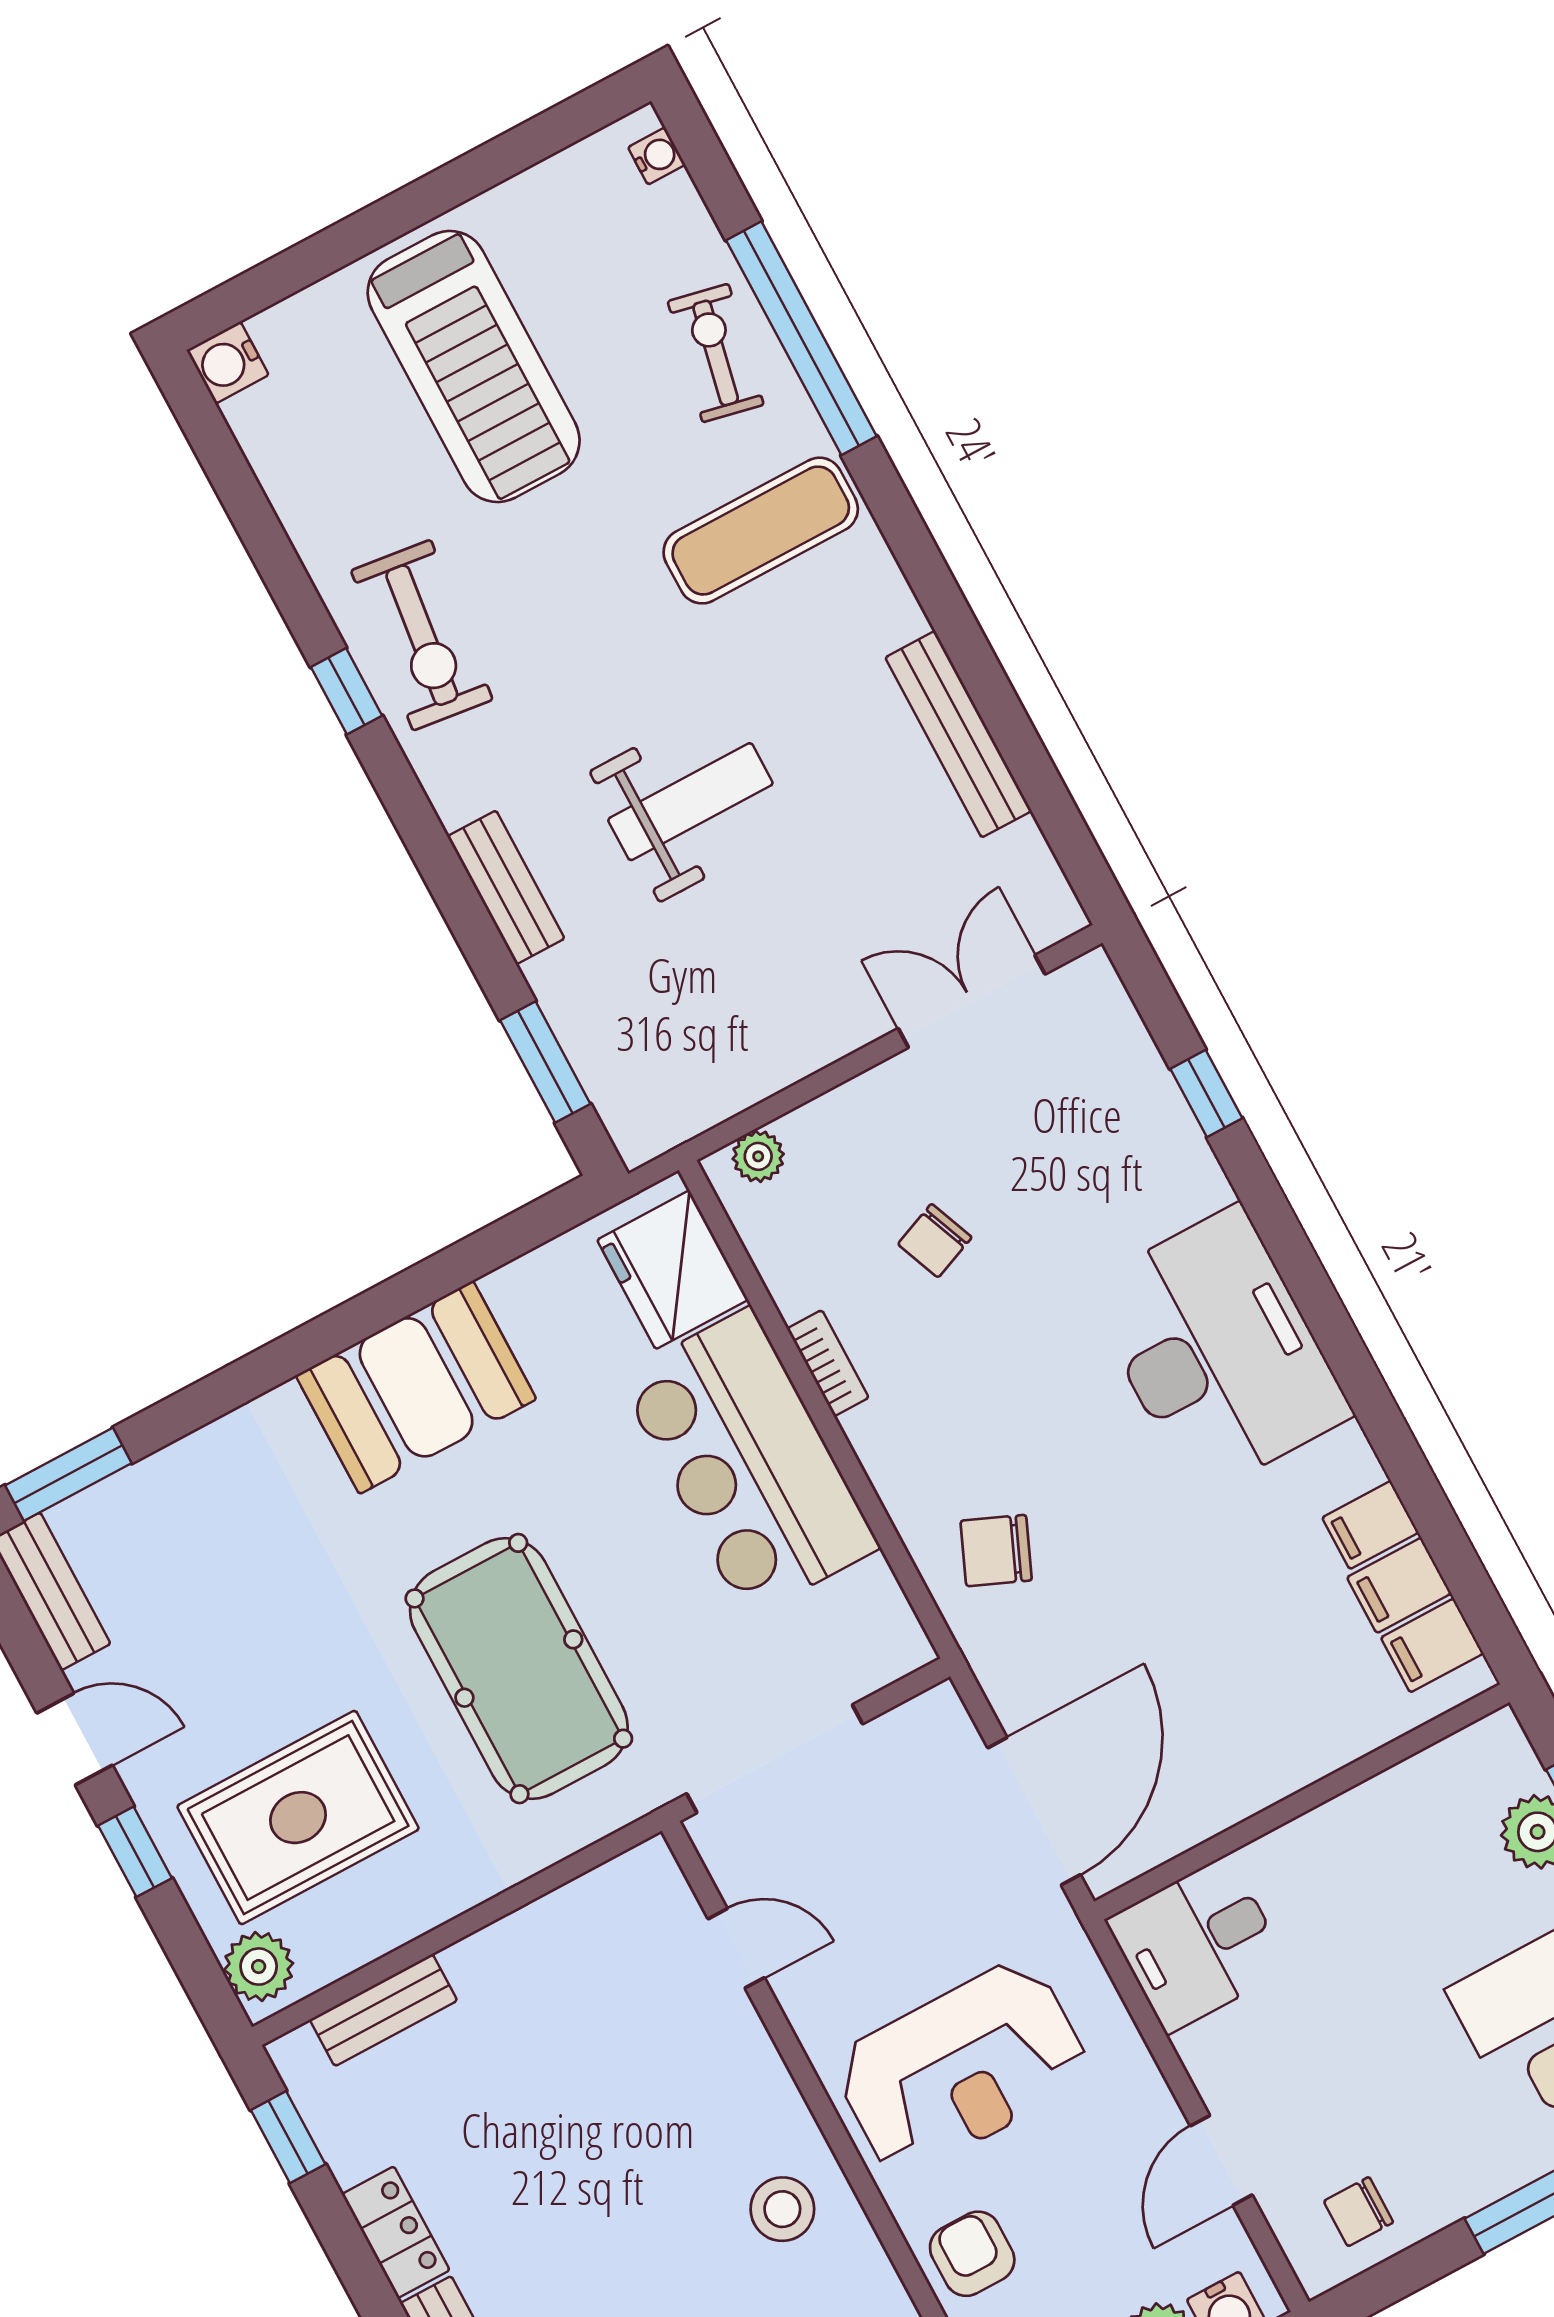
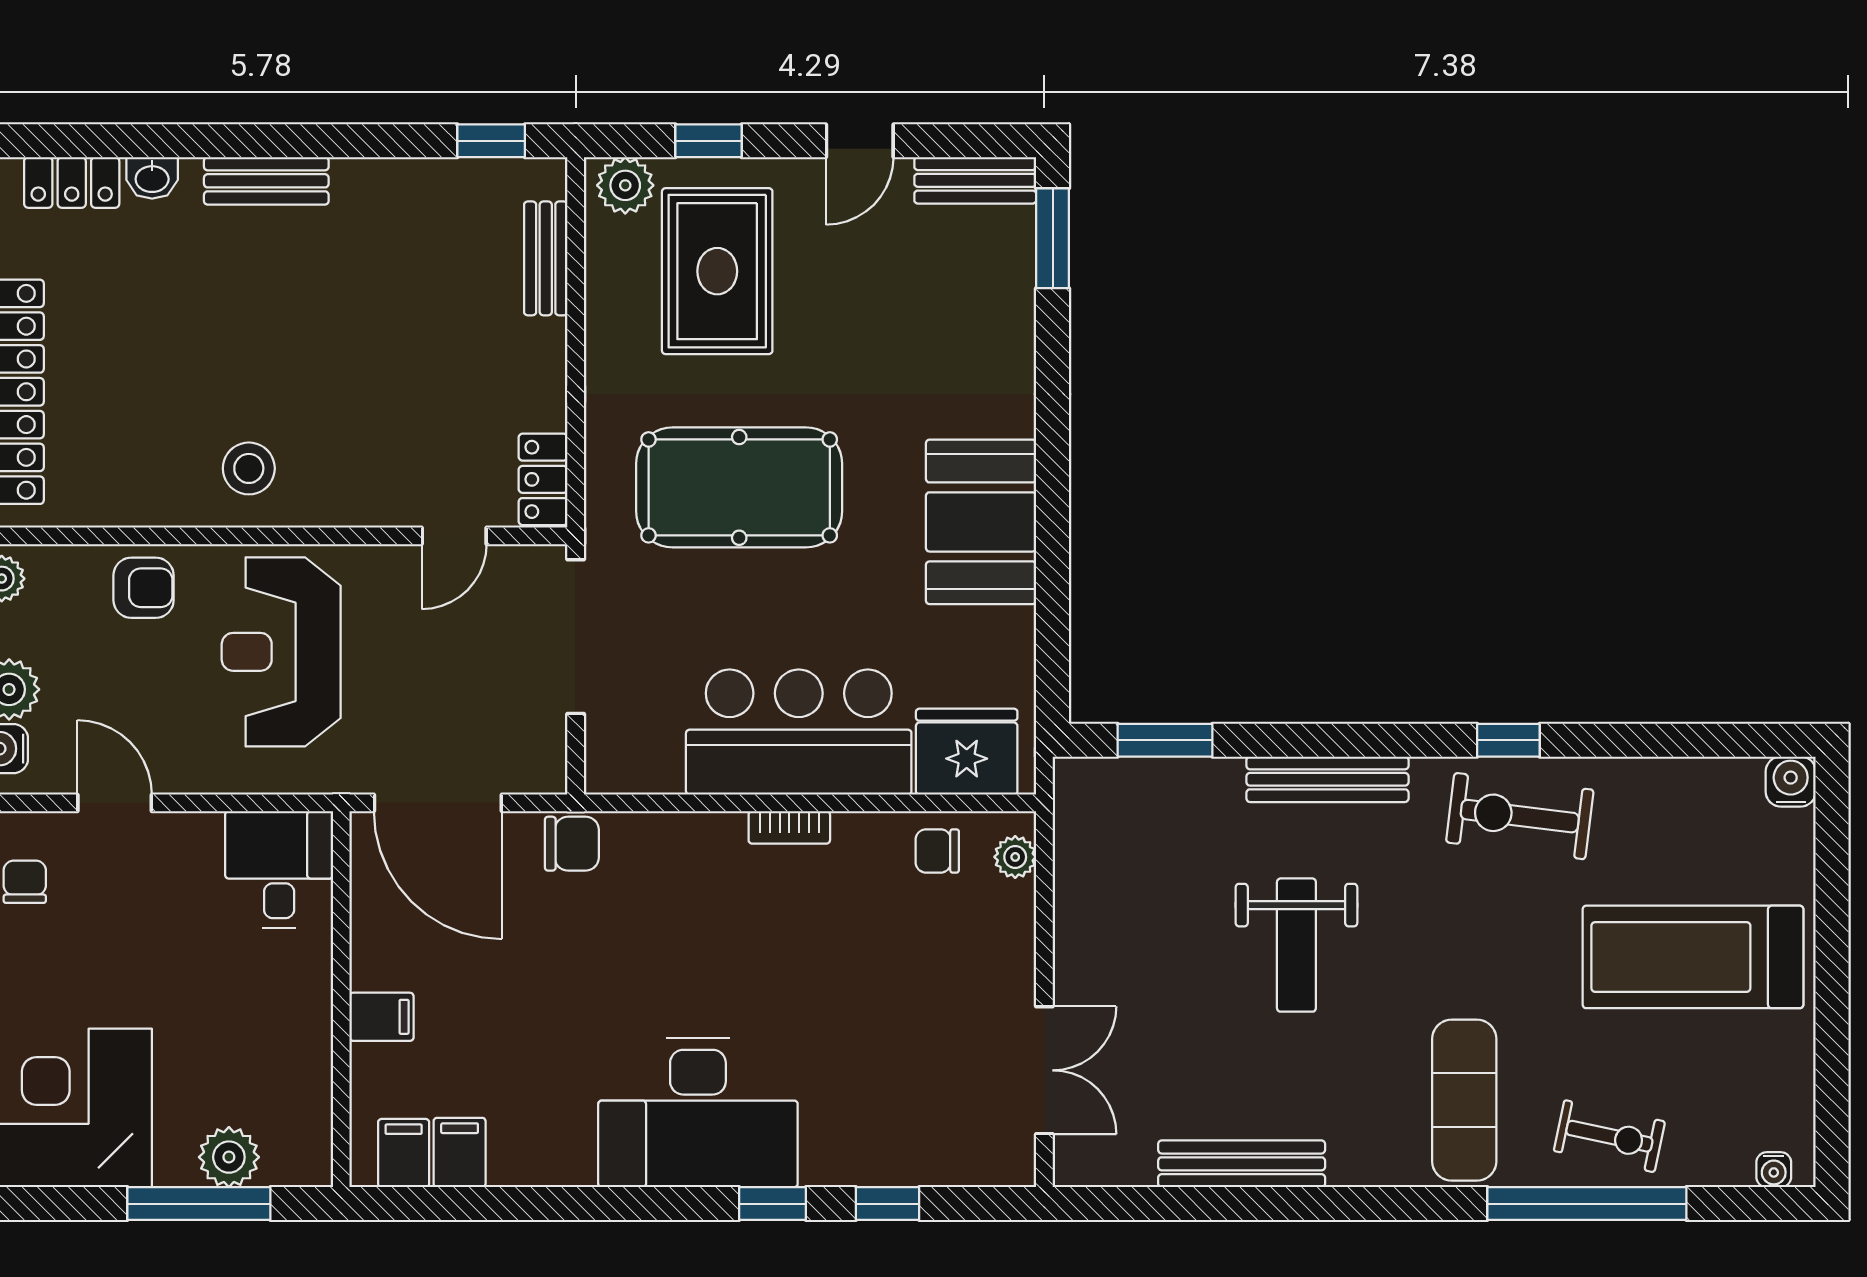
bench: (506, 887) -> (1327, 779), width x1.36
window: (1273, 1218) -> (772, 1204), added
chair: (935, 1241) -> (937, 851), moved, turned -68
bookcase: (828, 1363) -> (789, 827), moved
filing cabinet: (1370, 1525) -> (382, 1017), moved, turned 90
chair: (996, 1551) -> (572, 844), moved, turned 67
window: (135, 1852) -> (708, 141), moved
locker: (396, 2232) -> (543, 479), moved, turned 90

